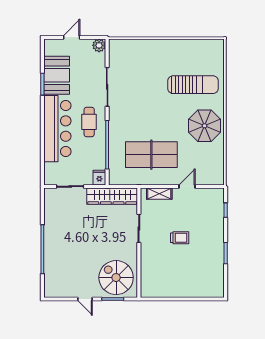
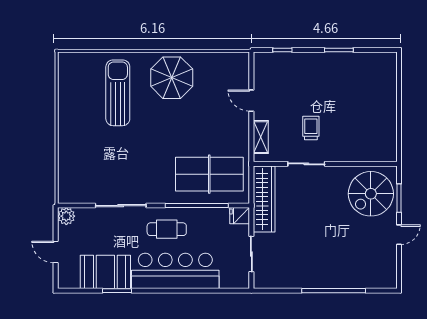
table tennis table: (151, 155) -> (209, 174), moved, turned 90
trolley: (180, 238) -> (311, 128), moved

